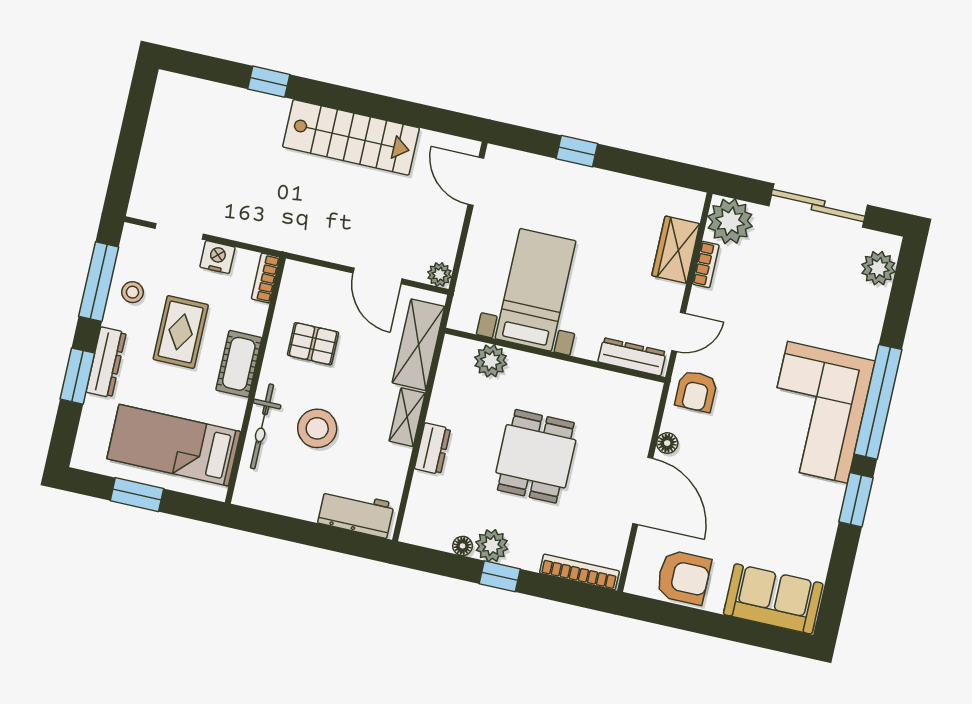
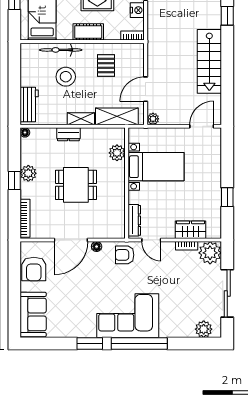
window: (577, 151) -> (227, 197), moved
floor lamp: (463, 546) -> (25, 132), moved

